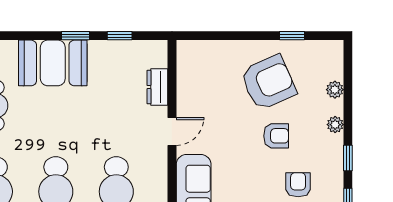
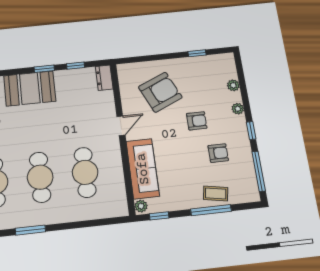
armchair: (268, 82) -> (160, 92), moved
dresser: (157, 87) -> (104, 78), moved
armchair: (298, 185) -> (218, 153), turned 90

